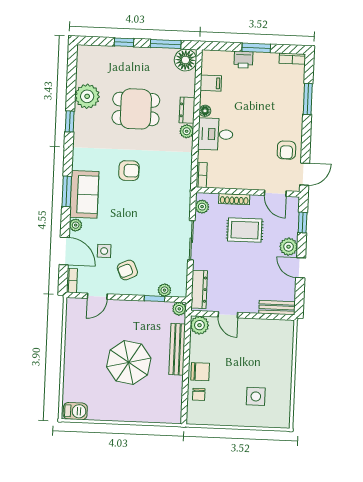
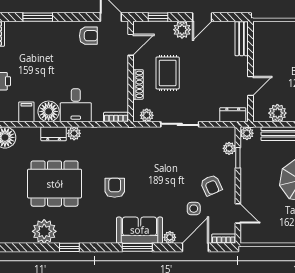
dining table: (136, 109) -> (55, 184), width x1.38
floor lamp: (205, 111) -> (49, 111), width x1.89, depth x1.89
dresser: (199, 289) -> (233, 115), width x0.70
plant: (199, 325) -> (277, 113), moved

